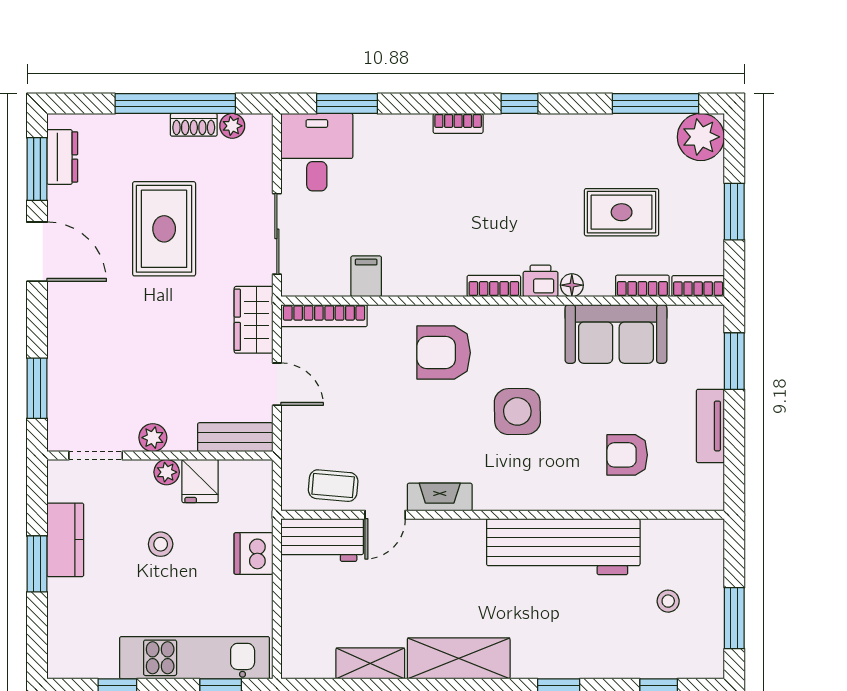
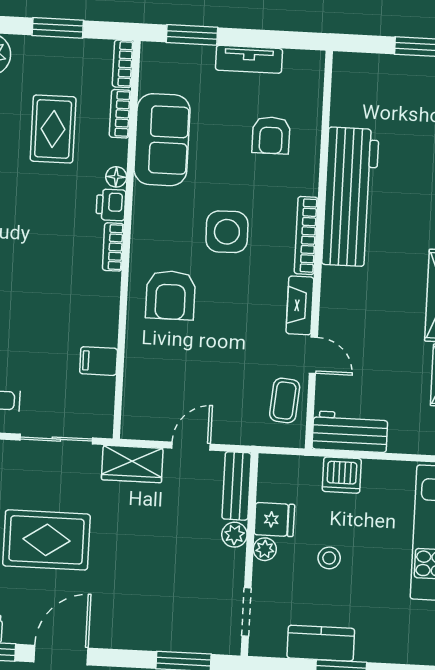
bookcase: (324, 316) -> (306, 235), moved, turned 180
plant: (153, 438) -> (234, 535), moved
workbench: (322, 540) -> (350, 432), moved, turned -90
stool: (668, 601) -> (404, 105), removed

